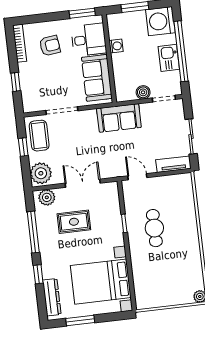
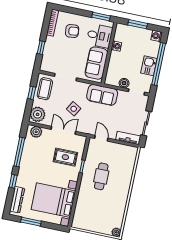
washing machine: (160, 21) -> (157, 36), width x0.53, depth x0.53
side table: (87, 150) -> (74, 109), added
rug: (74, 222) -> (65, 157), moved

